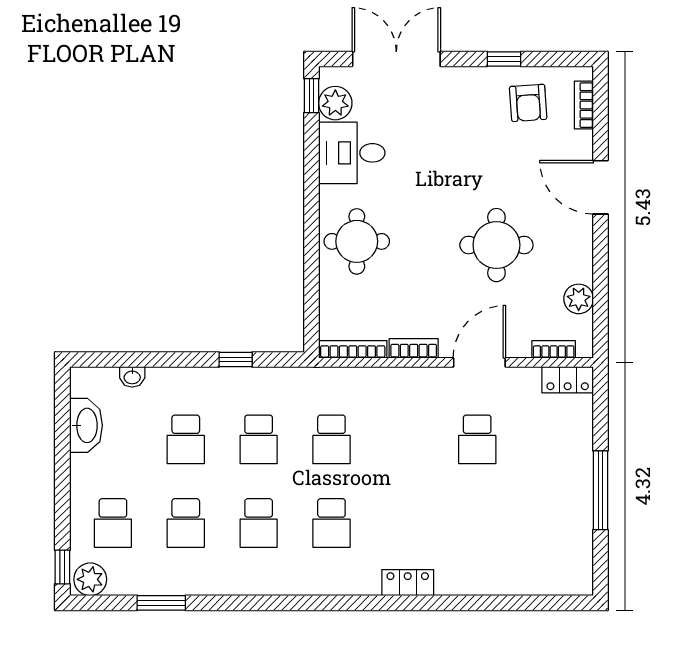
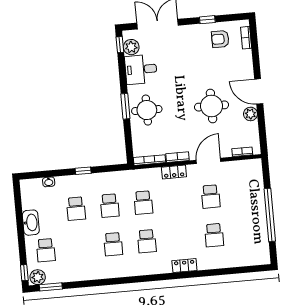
armchair: (528, 103) -> (220, 39), turned 94
door: (601, 187) -> (259, 91), moved
window: (311, 229) -> (125, 106), added
plant: (579, 299) -> (250, 114), moved
window: (236, 360) -> (83, 171), moved
locker: (568, 380) -> (174, 172), moved
washbasin: (86, 425) -> (31, 223), moved
window: (601, 490) -> (270, 215), width x1.46
school desk: (186, 523) -> (214, 235), moved
window: (161, 603) -> (51, 287), moved

